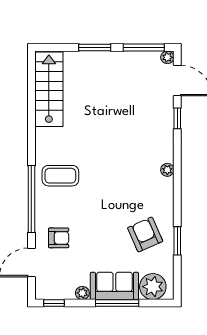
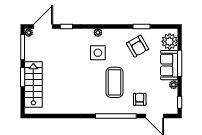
stairs: (49, 89) -> (33, 84), moved, turned 90
side table: (135, 170) -> (98, 53), added
coffee table: (60, 176) -> (115, 82), moved, width x1.36, depth x1.32
armchair: (145, 234) -> (138, 46), turned -96

